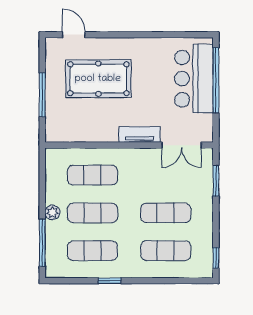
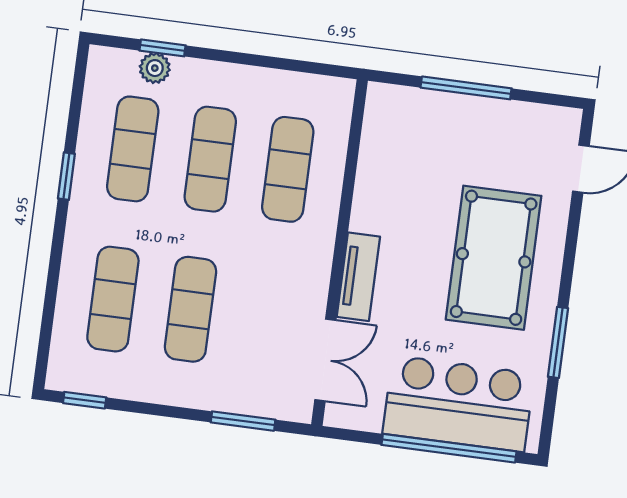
window: (158, 35) -> (558, 342), added
pool table: (98, 79) -> (494, 258), moved
double door: (182, 145) -> (325, 360), swing flipped
plant: (52, 212) -> (155, 68), moved
window: (42, 243) -> (162, 48), width x0.46

